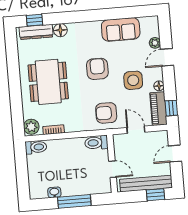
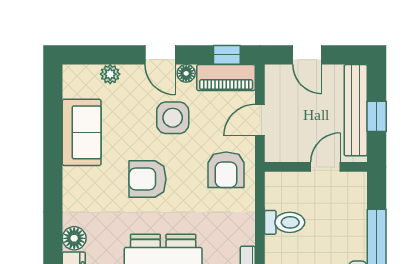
door: (167, 57) -> (160, 55), moved
toilet: (96, 143) -> (285, 222), moved, turned -90
window: (155, 195) -> (377, 116), moved

